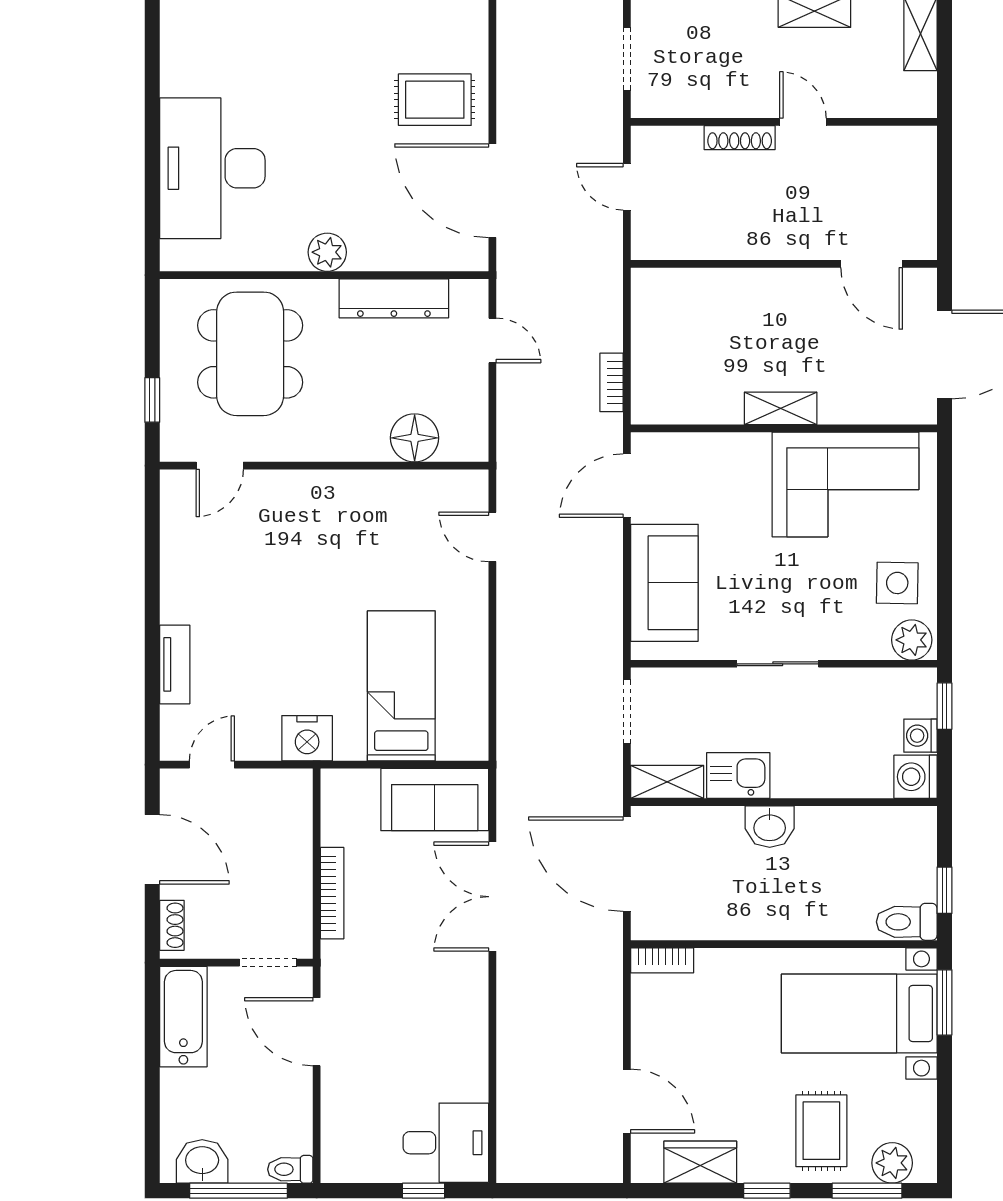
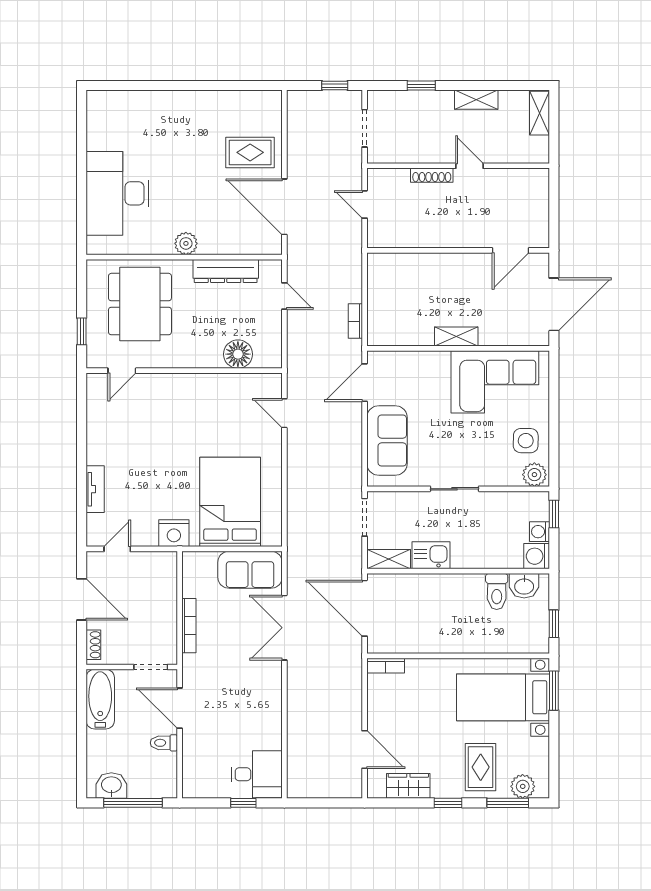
door: (872, 264) -> (511, 250), hinge flipped
bed: (401, 686) -> (230, 502), width x1.50
washbasin: (770, 827) -> (524, 586), moved
toilet: (907, 922) -> (497, 592), moved, turned -90
toilet: (290, 1169) -> (164, 743), moved

